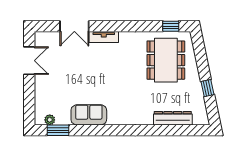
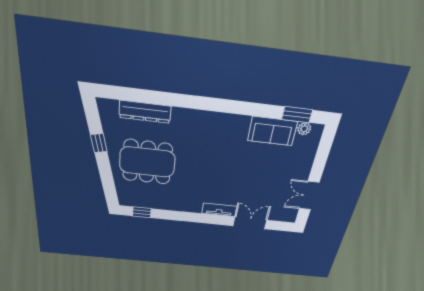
dining table: (166, 60) -> (147, 162), moved, turned 90
sofa: (89, 115) -> (272, 131), moved

